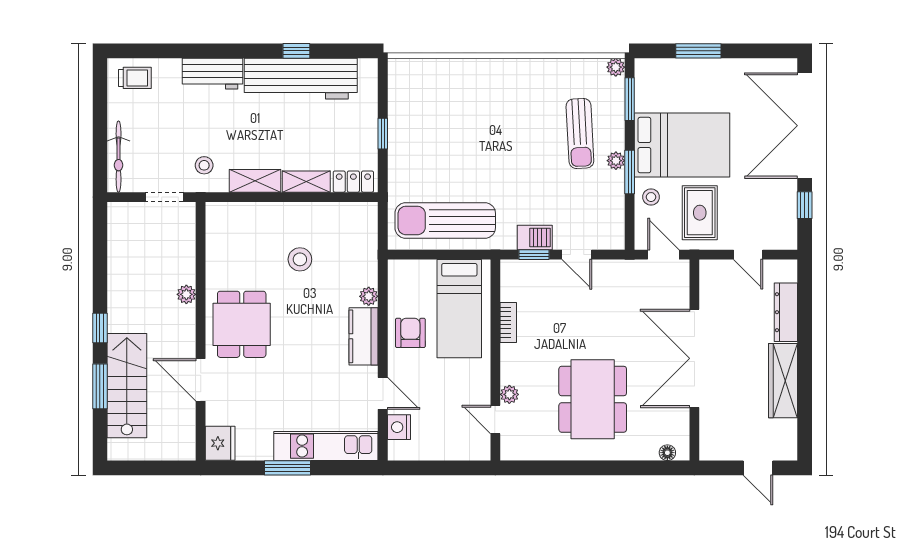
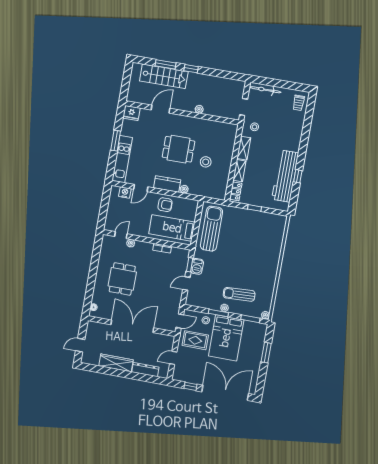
workbench: (212, 74) -> (294, 137), removed
dining table: (242, 324) -> (179, 149), moved
dining table: (593, 399) -> (122, 279), width x0.73

